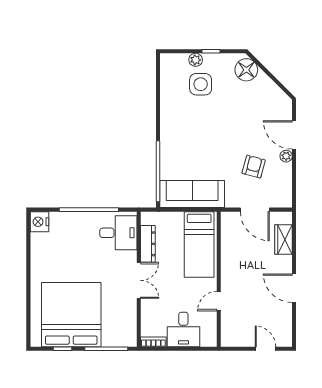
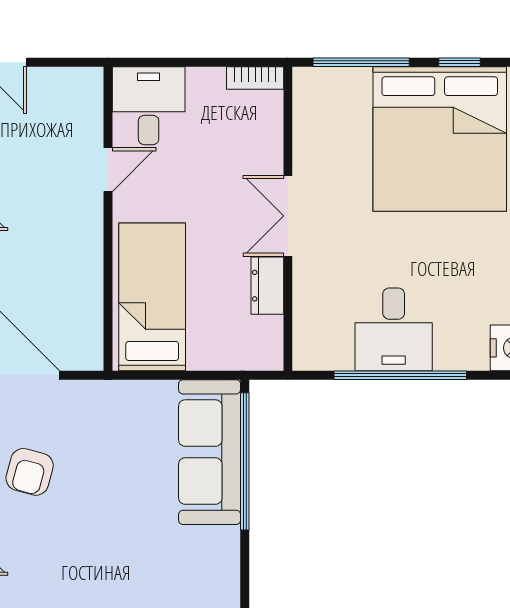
sofa: (192, 194) -> (210, 452), moved, turned 90
desk: (118, 233) -> (394, 329), moved, turned -90
dresser: (148, 244) -> (267, 286), width x0.70
desk: (183, 329) -> (149, 106), moved

